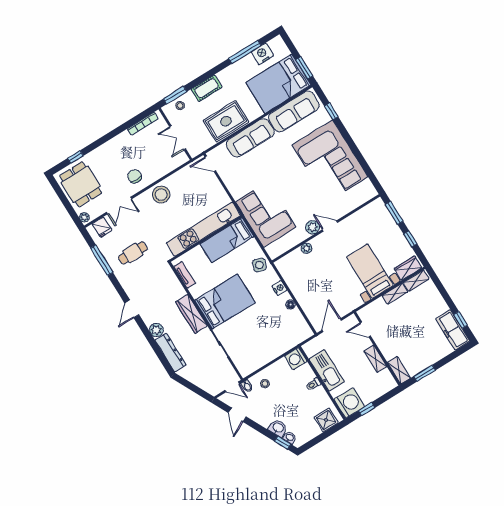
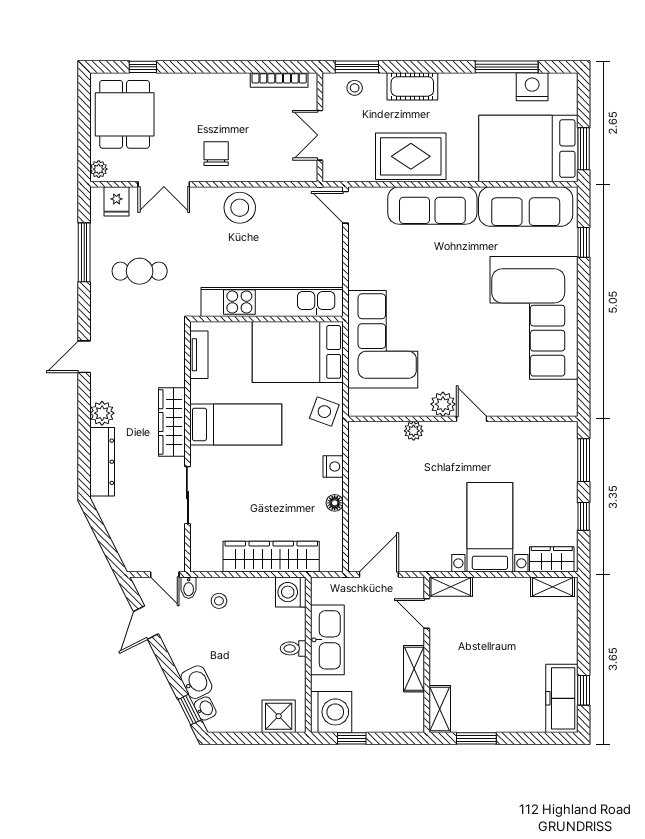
bed: (227, 240) -> (298, 352), width x1.50
shelving: (395, 294) -> (451, 587), moved
bed: (225, 301) -> (236, 424), width x0.67
wardrobe: (277, 348) -> (271, 557), added

